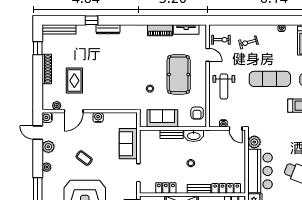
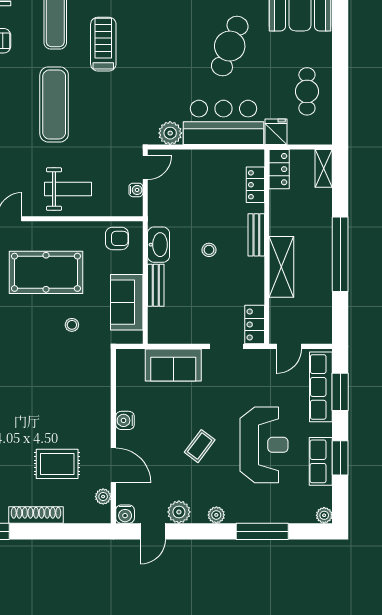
locker: (166, 188) -> (255, 325), moved
locker: (226, 188) -> (255, 185), width x0.66

